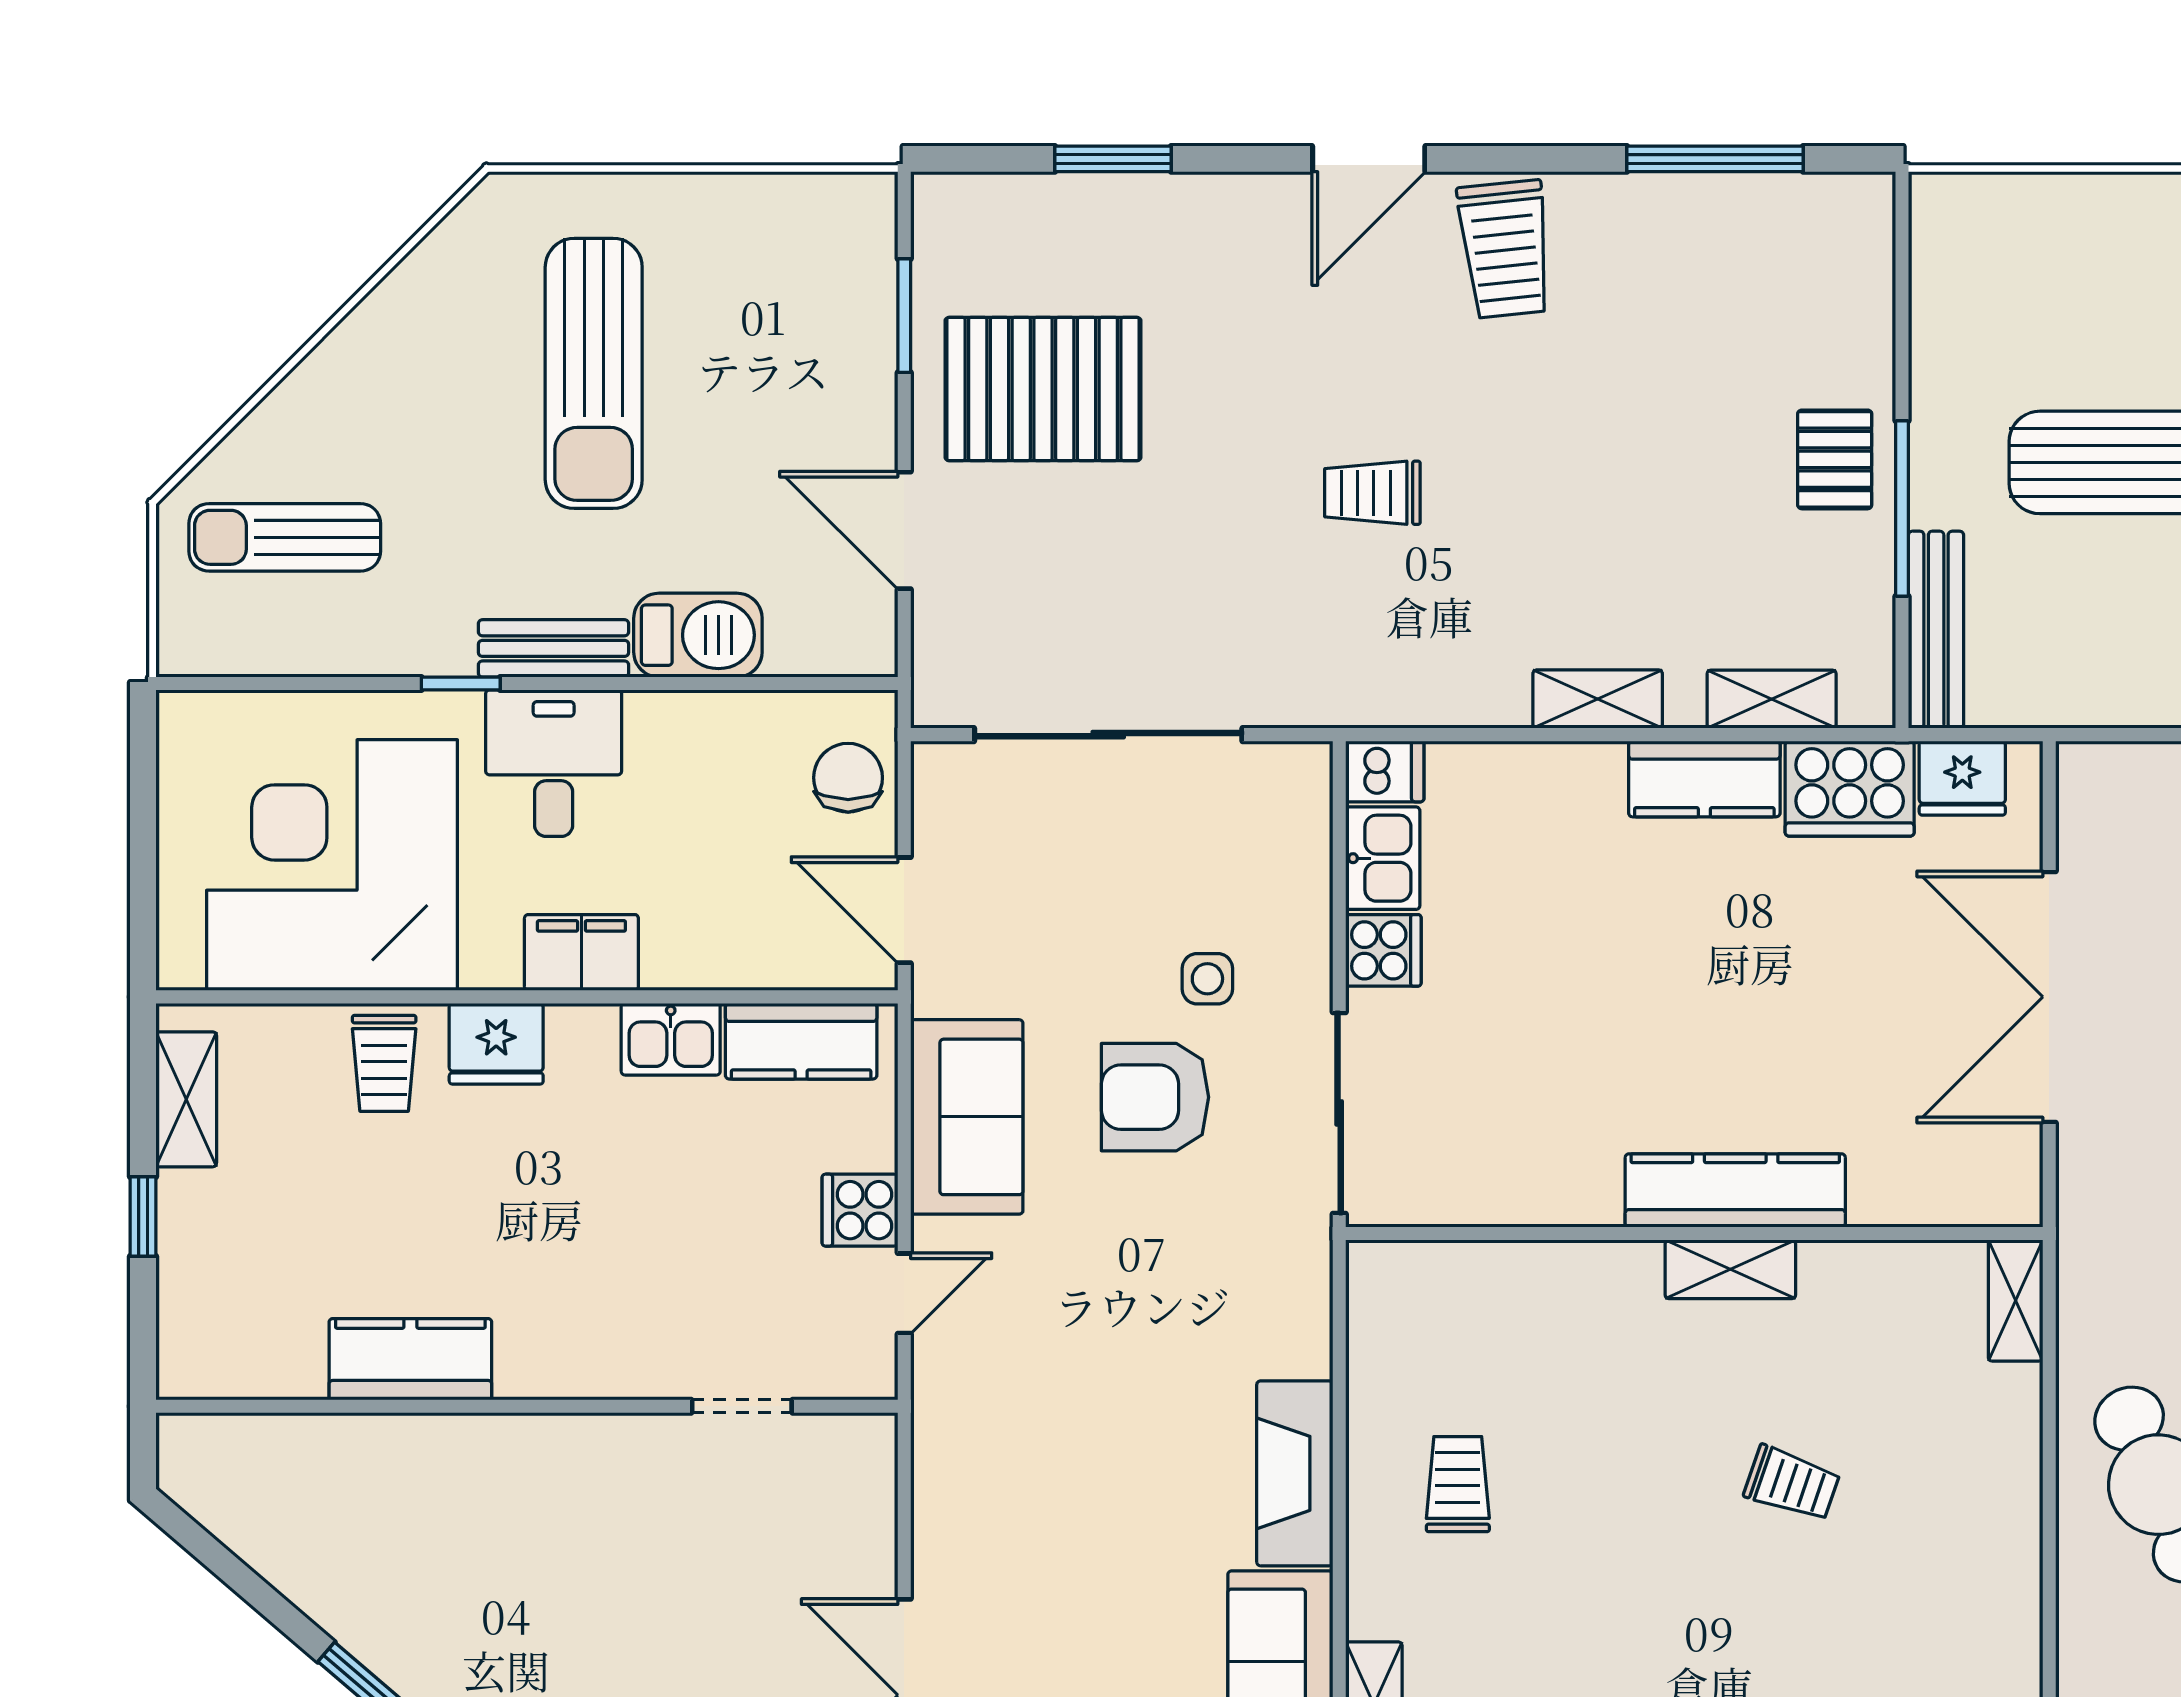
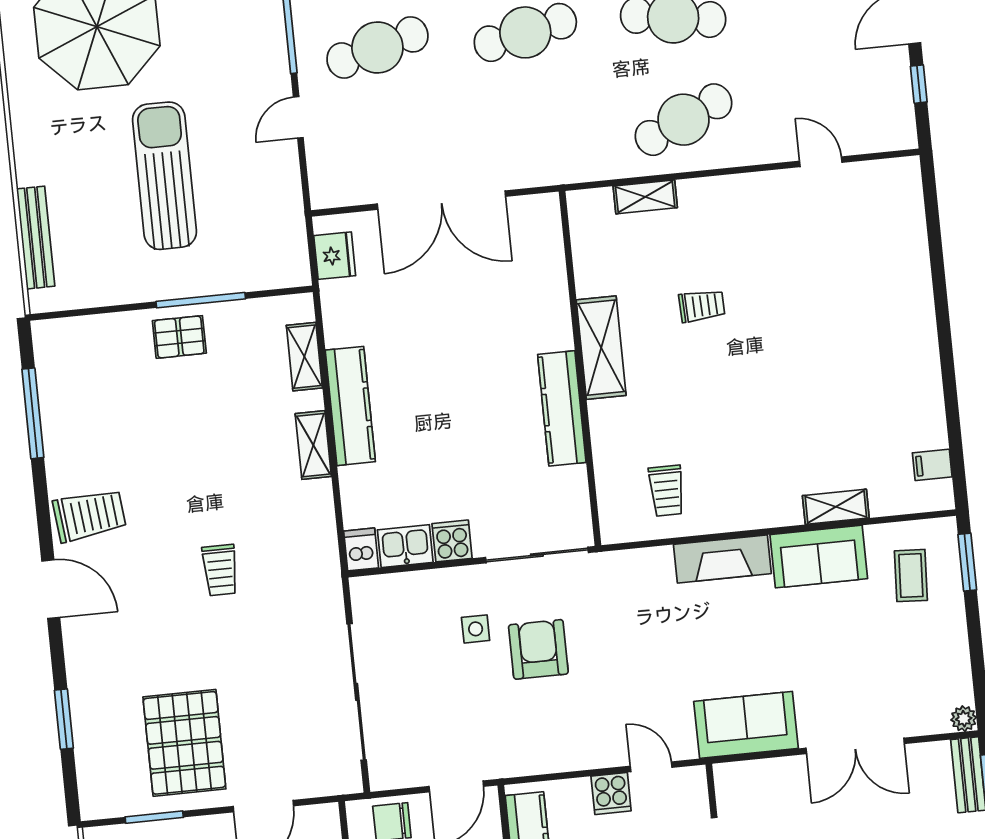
bench: (1936, 630) -> (36, 238), moved, turned 90
kitchen counter: (1704, 779) -> (350, 406), width x1.50
cooker: (1850, 789) -> (346, 312), removed
armchair: (1155, 1097) -> (538, 649), turned 180
sofa: (967, 1117) -> (746, 725), moved
kitchen counter: (1735, 1190) -> (562, 408), moved
shelving: (1730, 1269) -> (601, 348), width x1.50, depth x1.33
shelving: (2016, 1300) -> (645, 197), moved
trolley: (1792, 1483) -> (702, 306), turned 69
trolley: (1458, 1484) -> (667, 491), moved, turned -90

